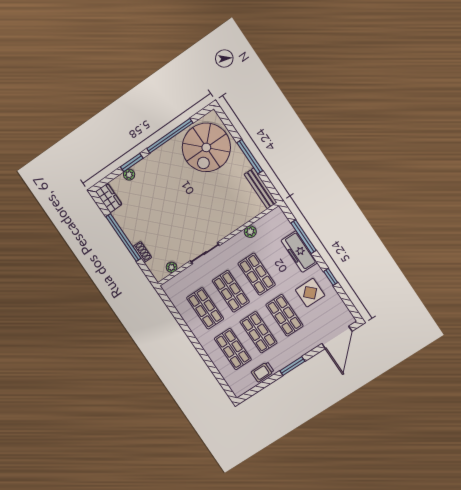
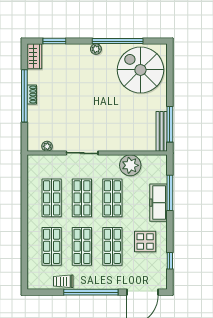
spiral stairs: (206, 147) -> (140, 70), turned 90
window: (250, 157) -> (170, 124), moved
window: (132, 163) -> (54, 41), moved
plant: (129, 175) -> (96, 49), moved
plant: (250, 232) -> (130, 165), width x1.87, depth x1.87
shoe rack: (142, 252) -> (32, 95), moved
window: (331, 277) -> (170, 261), moved
window: (292, 366) -> (91, 292), width x2.11

